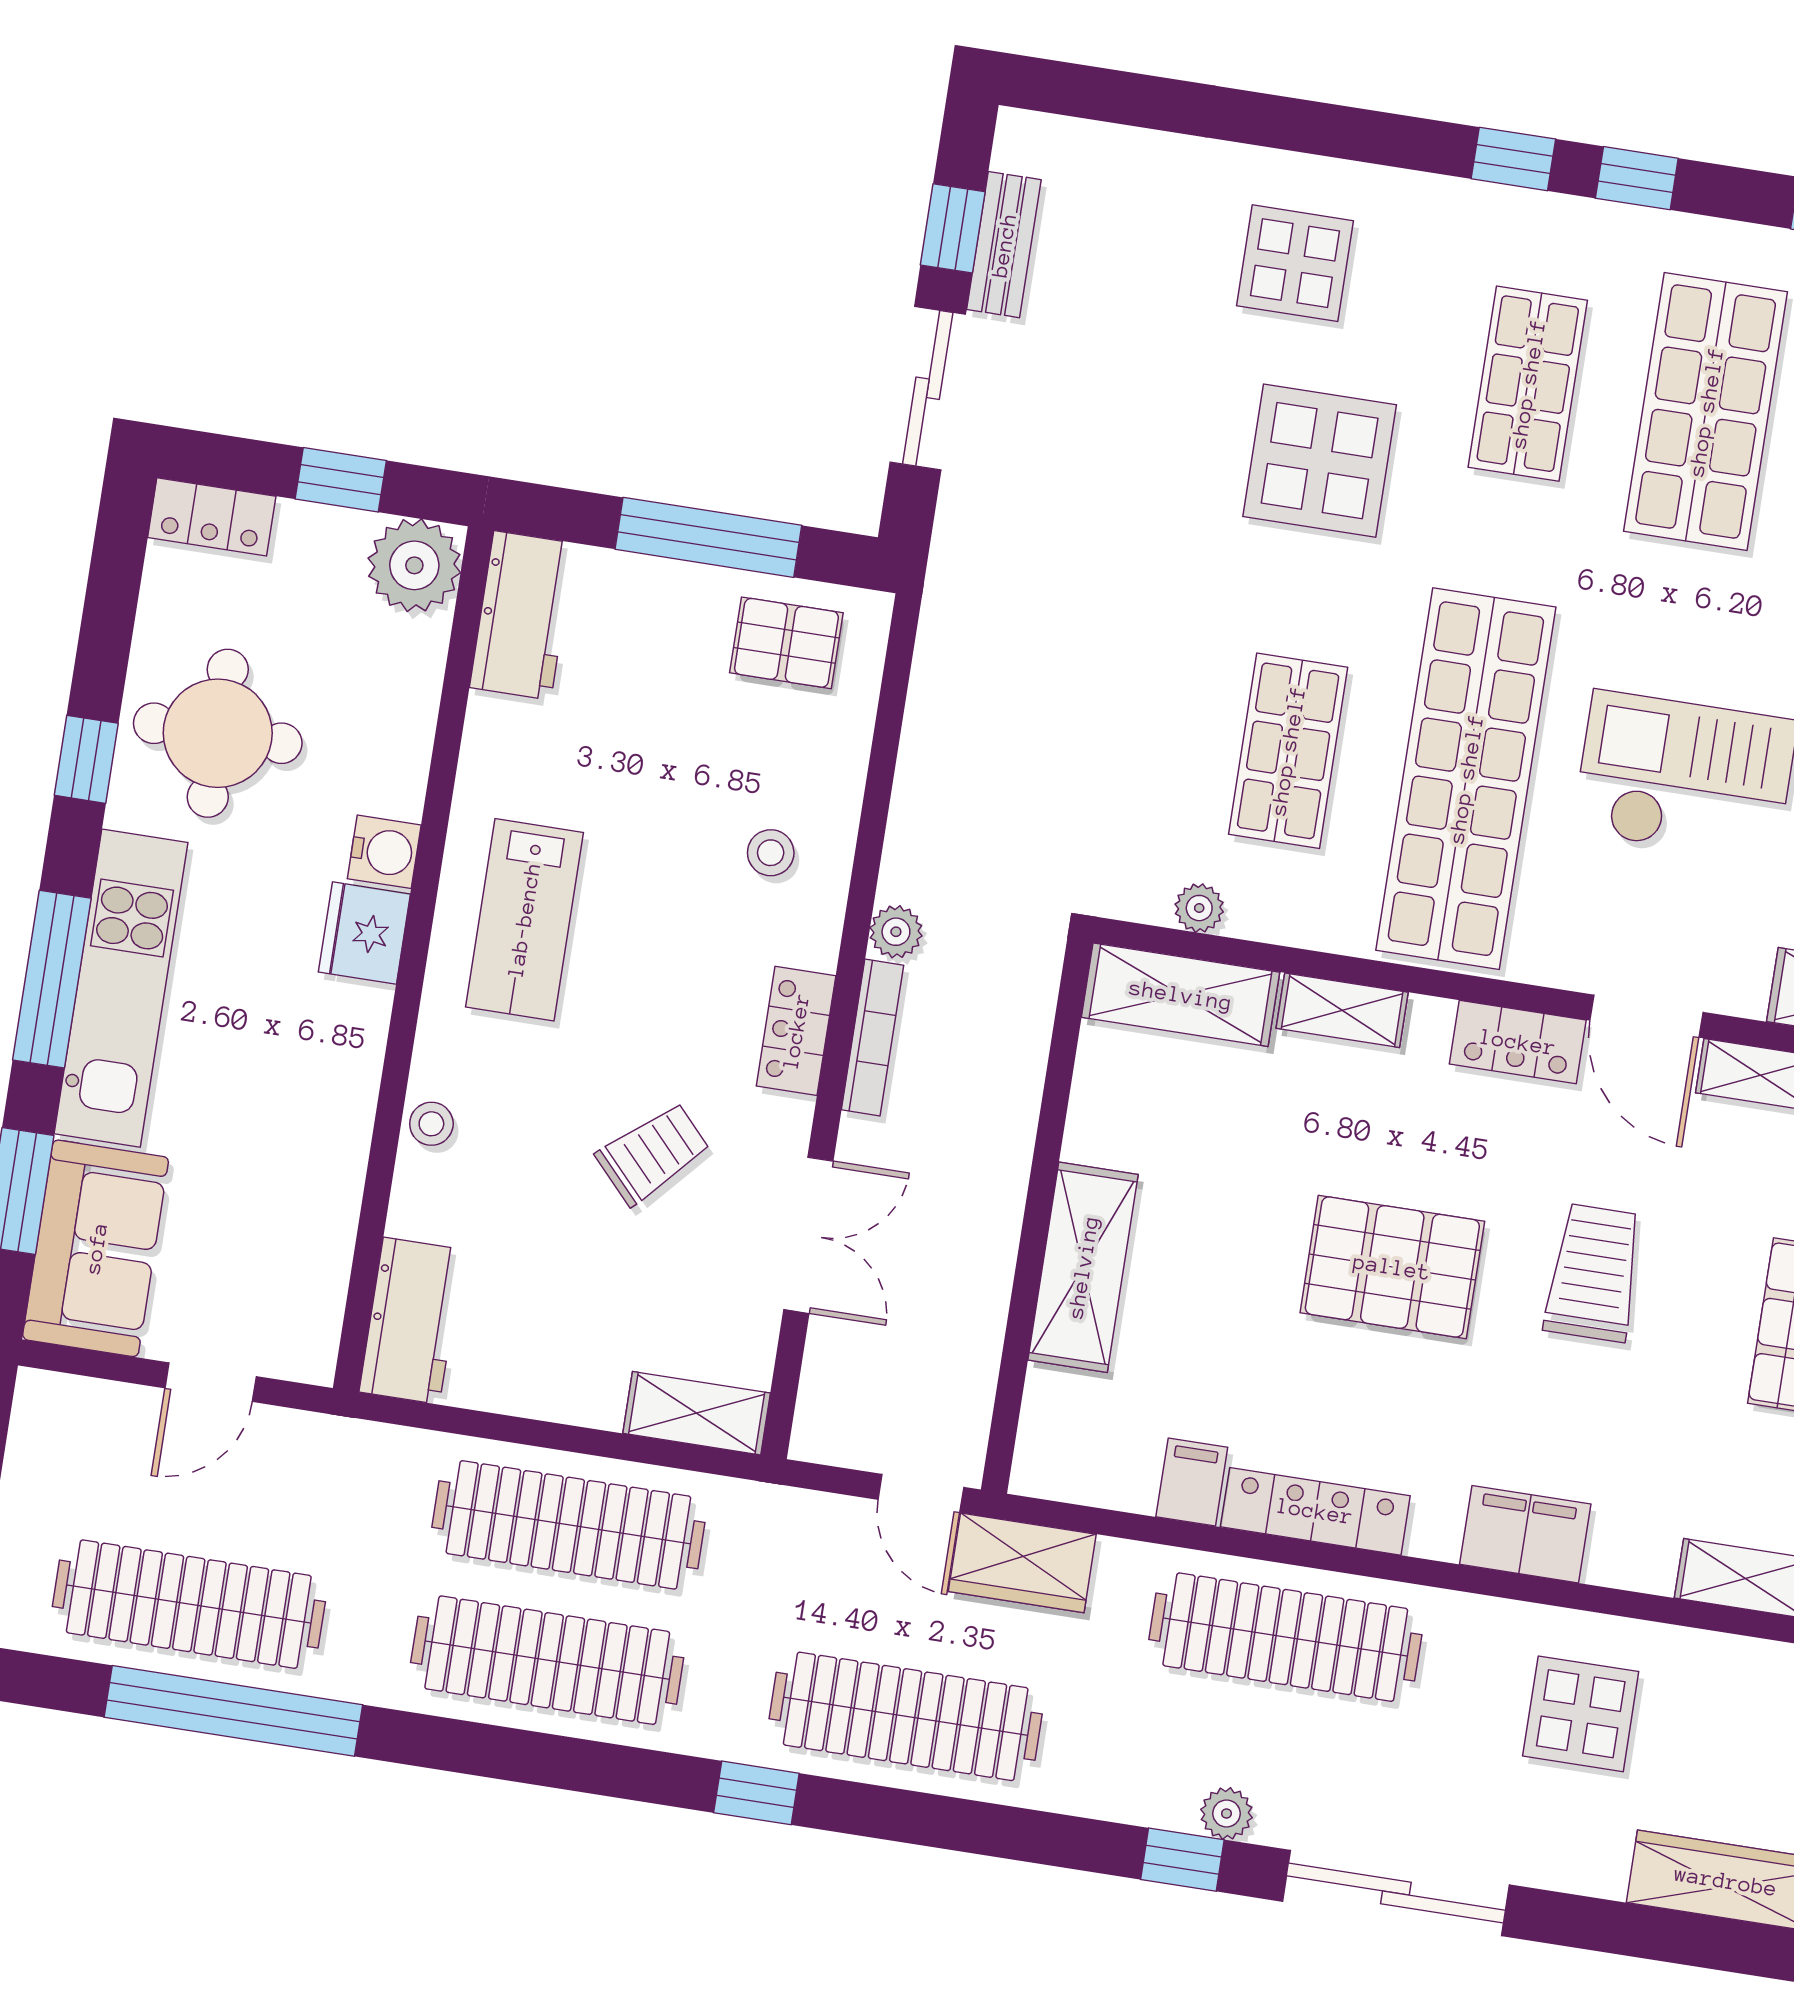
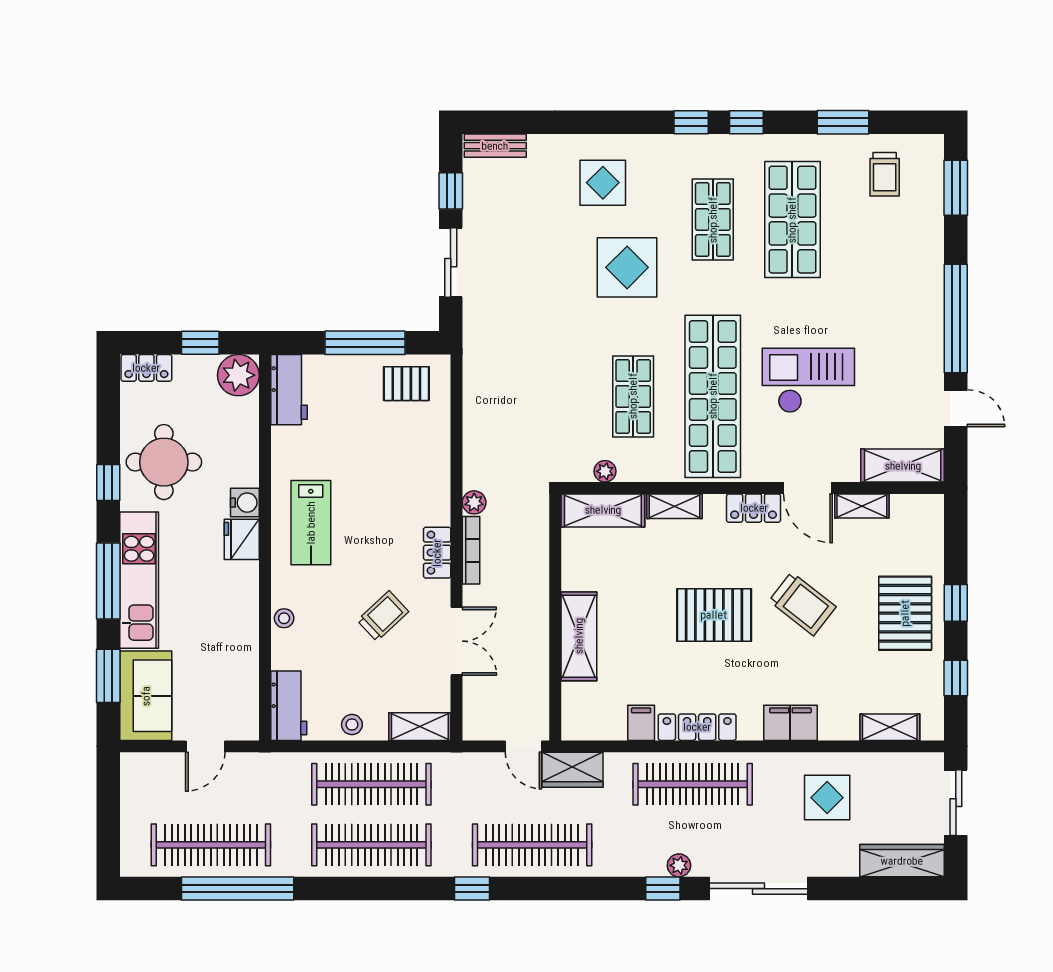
bench: (1004, 245) -> (495, 146), moved, turned 90
stool: (771, 853) -> (352, 725), moved
trolley: (1594, 1273) -> (803, 604), turned 128

